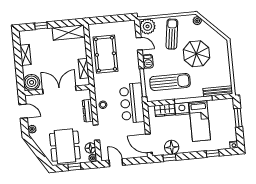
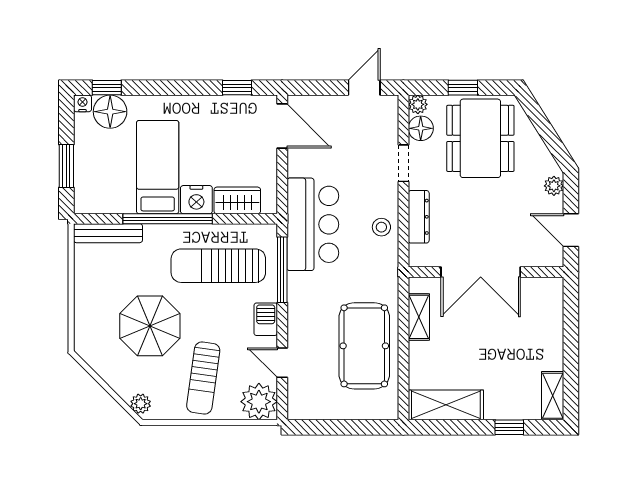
shelving: (25, 55) -> (553, 396), moved
boiler: (32, 82) -> (544, 296), removed
floor lamp: (172, 147) -> (110, 112), moved
window: (213, 153) -> (107, 88), moved
door: (116, 163) -> (364, 88), swing flipped

